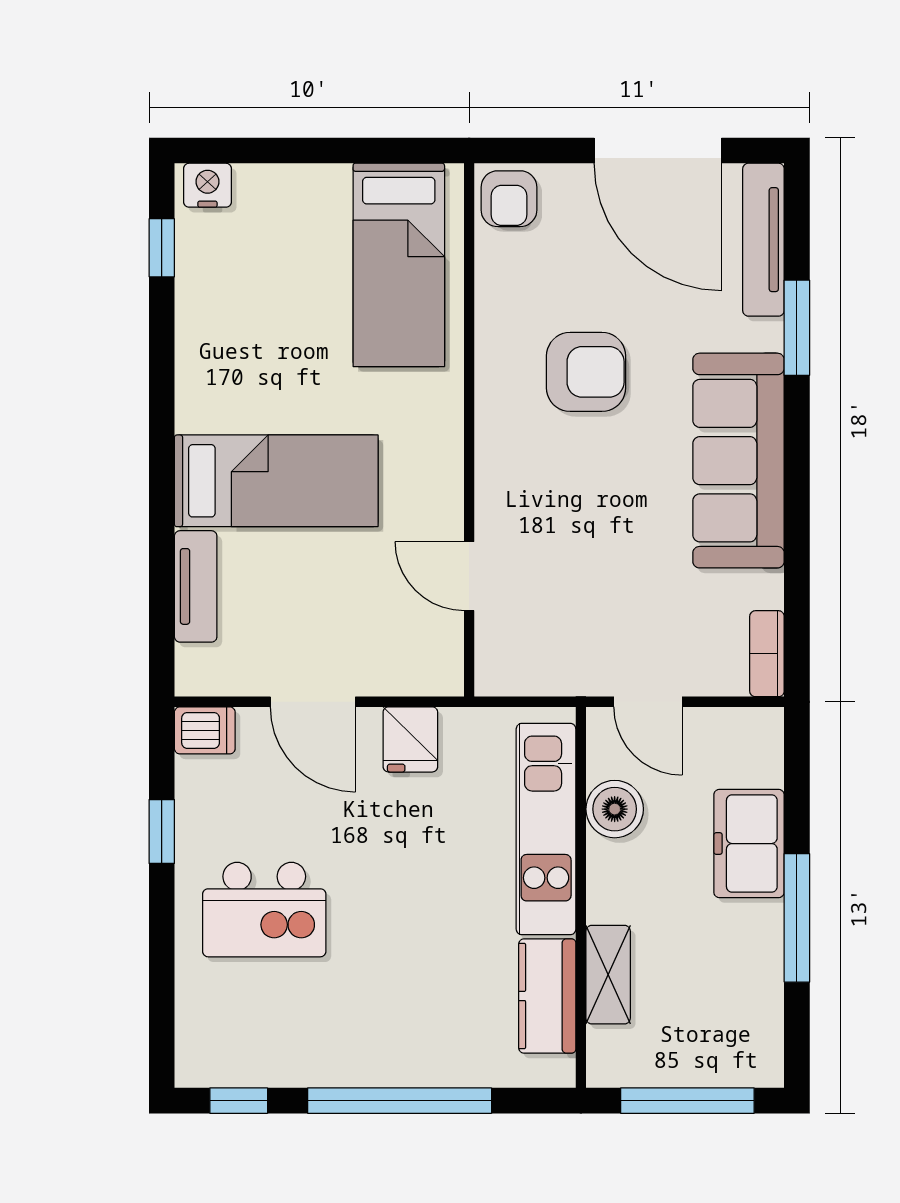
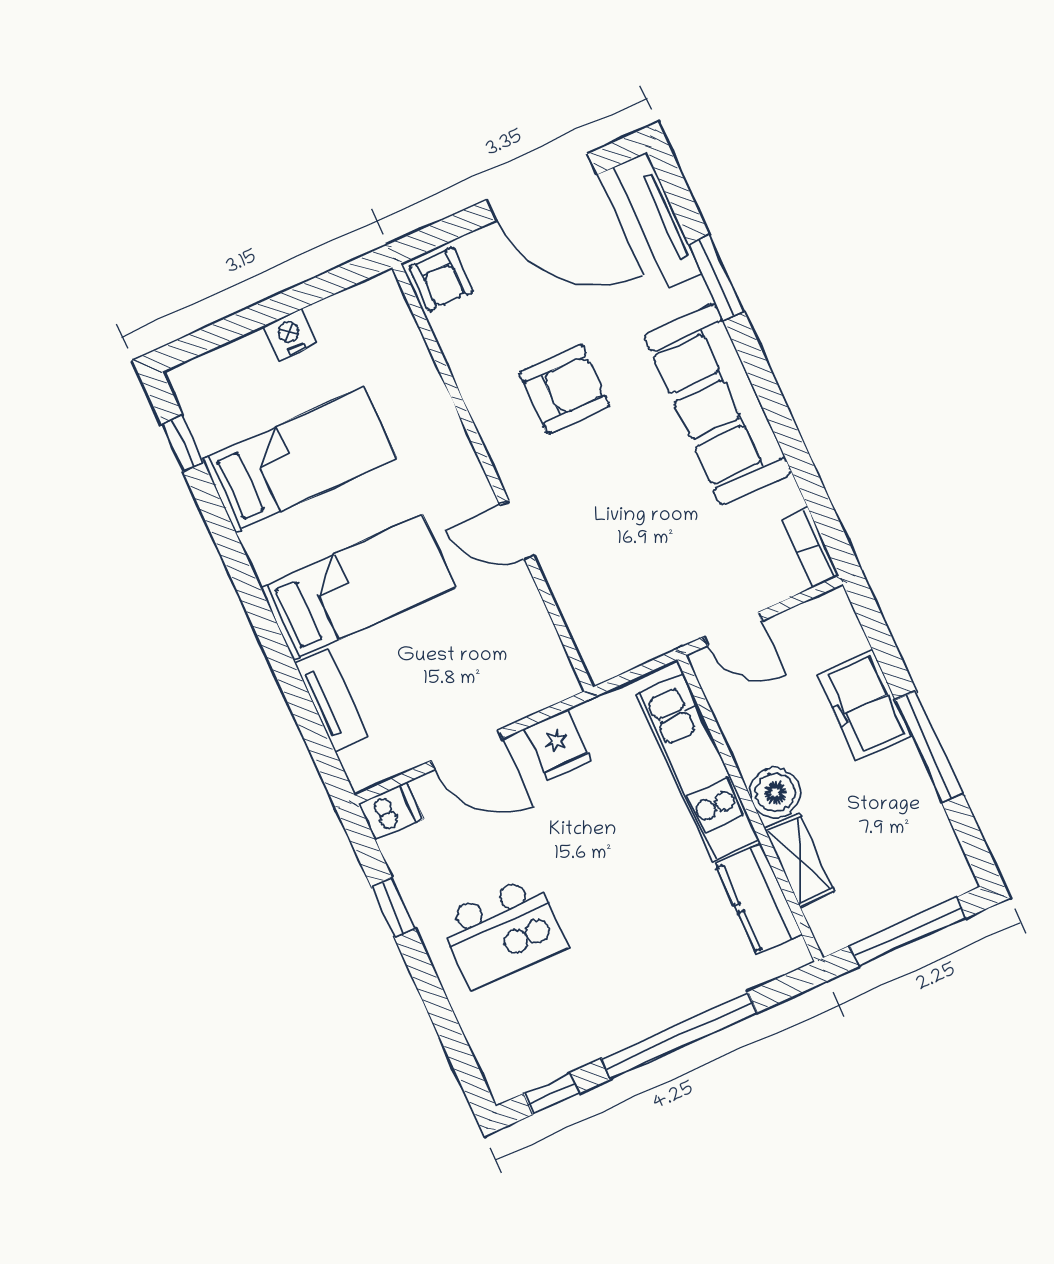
nightstand: (207, 185) -> (290, 335), moved
bed: (399, 265) -> (299, 459), moved, turned -90
door: (469, 576) -> (517, 530), moved
boiler: (615, 809) -> (775, 793), moved

